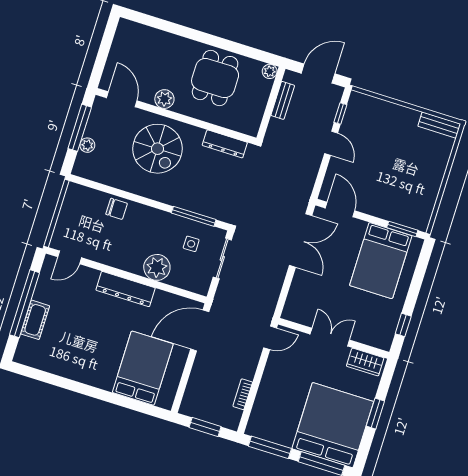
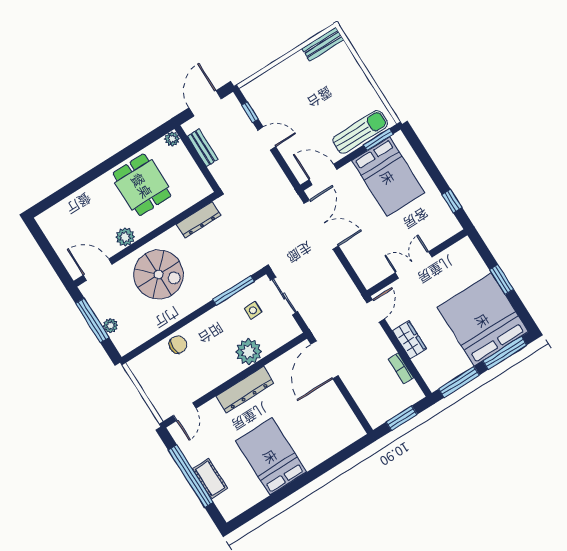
sun lounger: (396, 210) -> (360, 132), added
wardrobe: (365, 362) -> (410, 340), moved, turned -90
bed: (143, 368) -> (271, 456), moved

